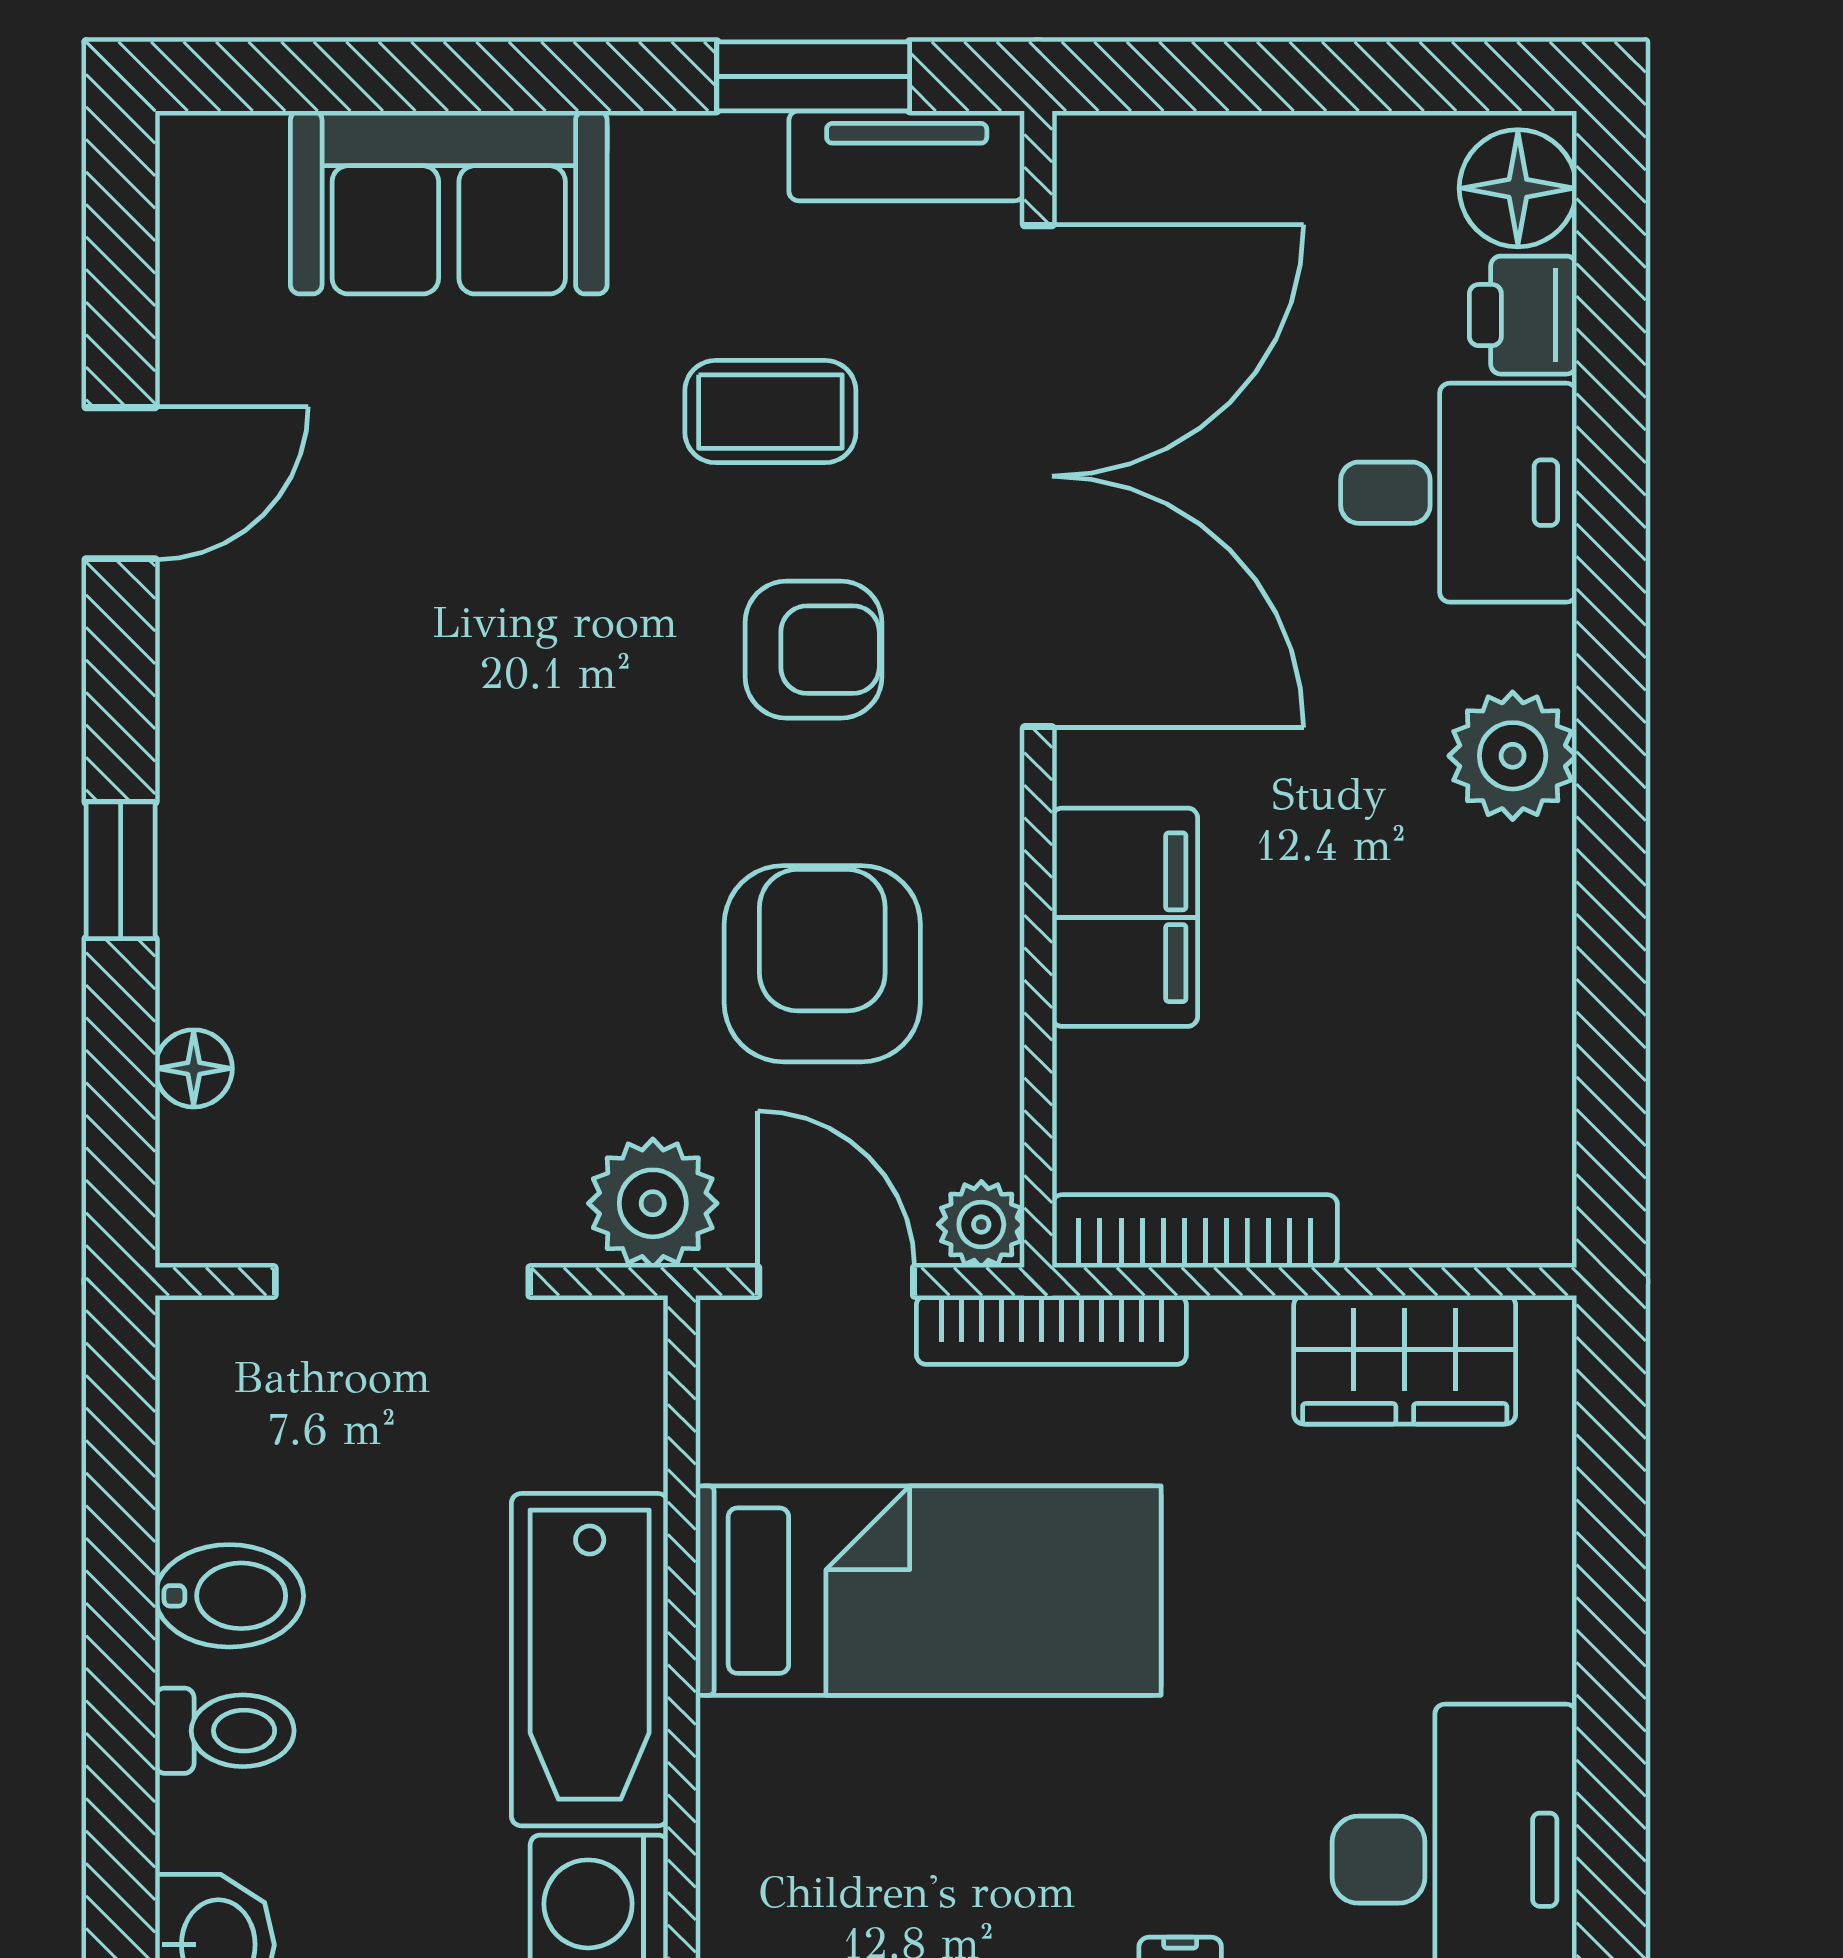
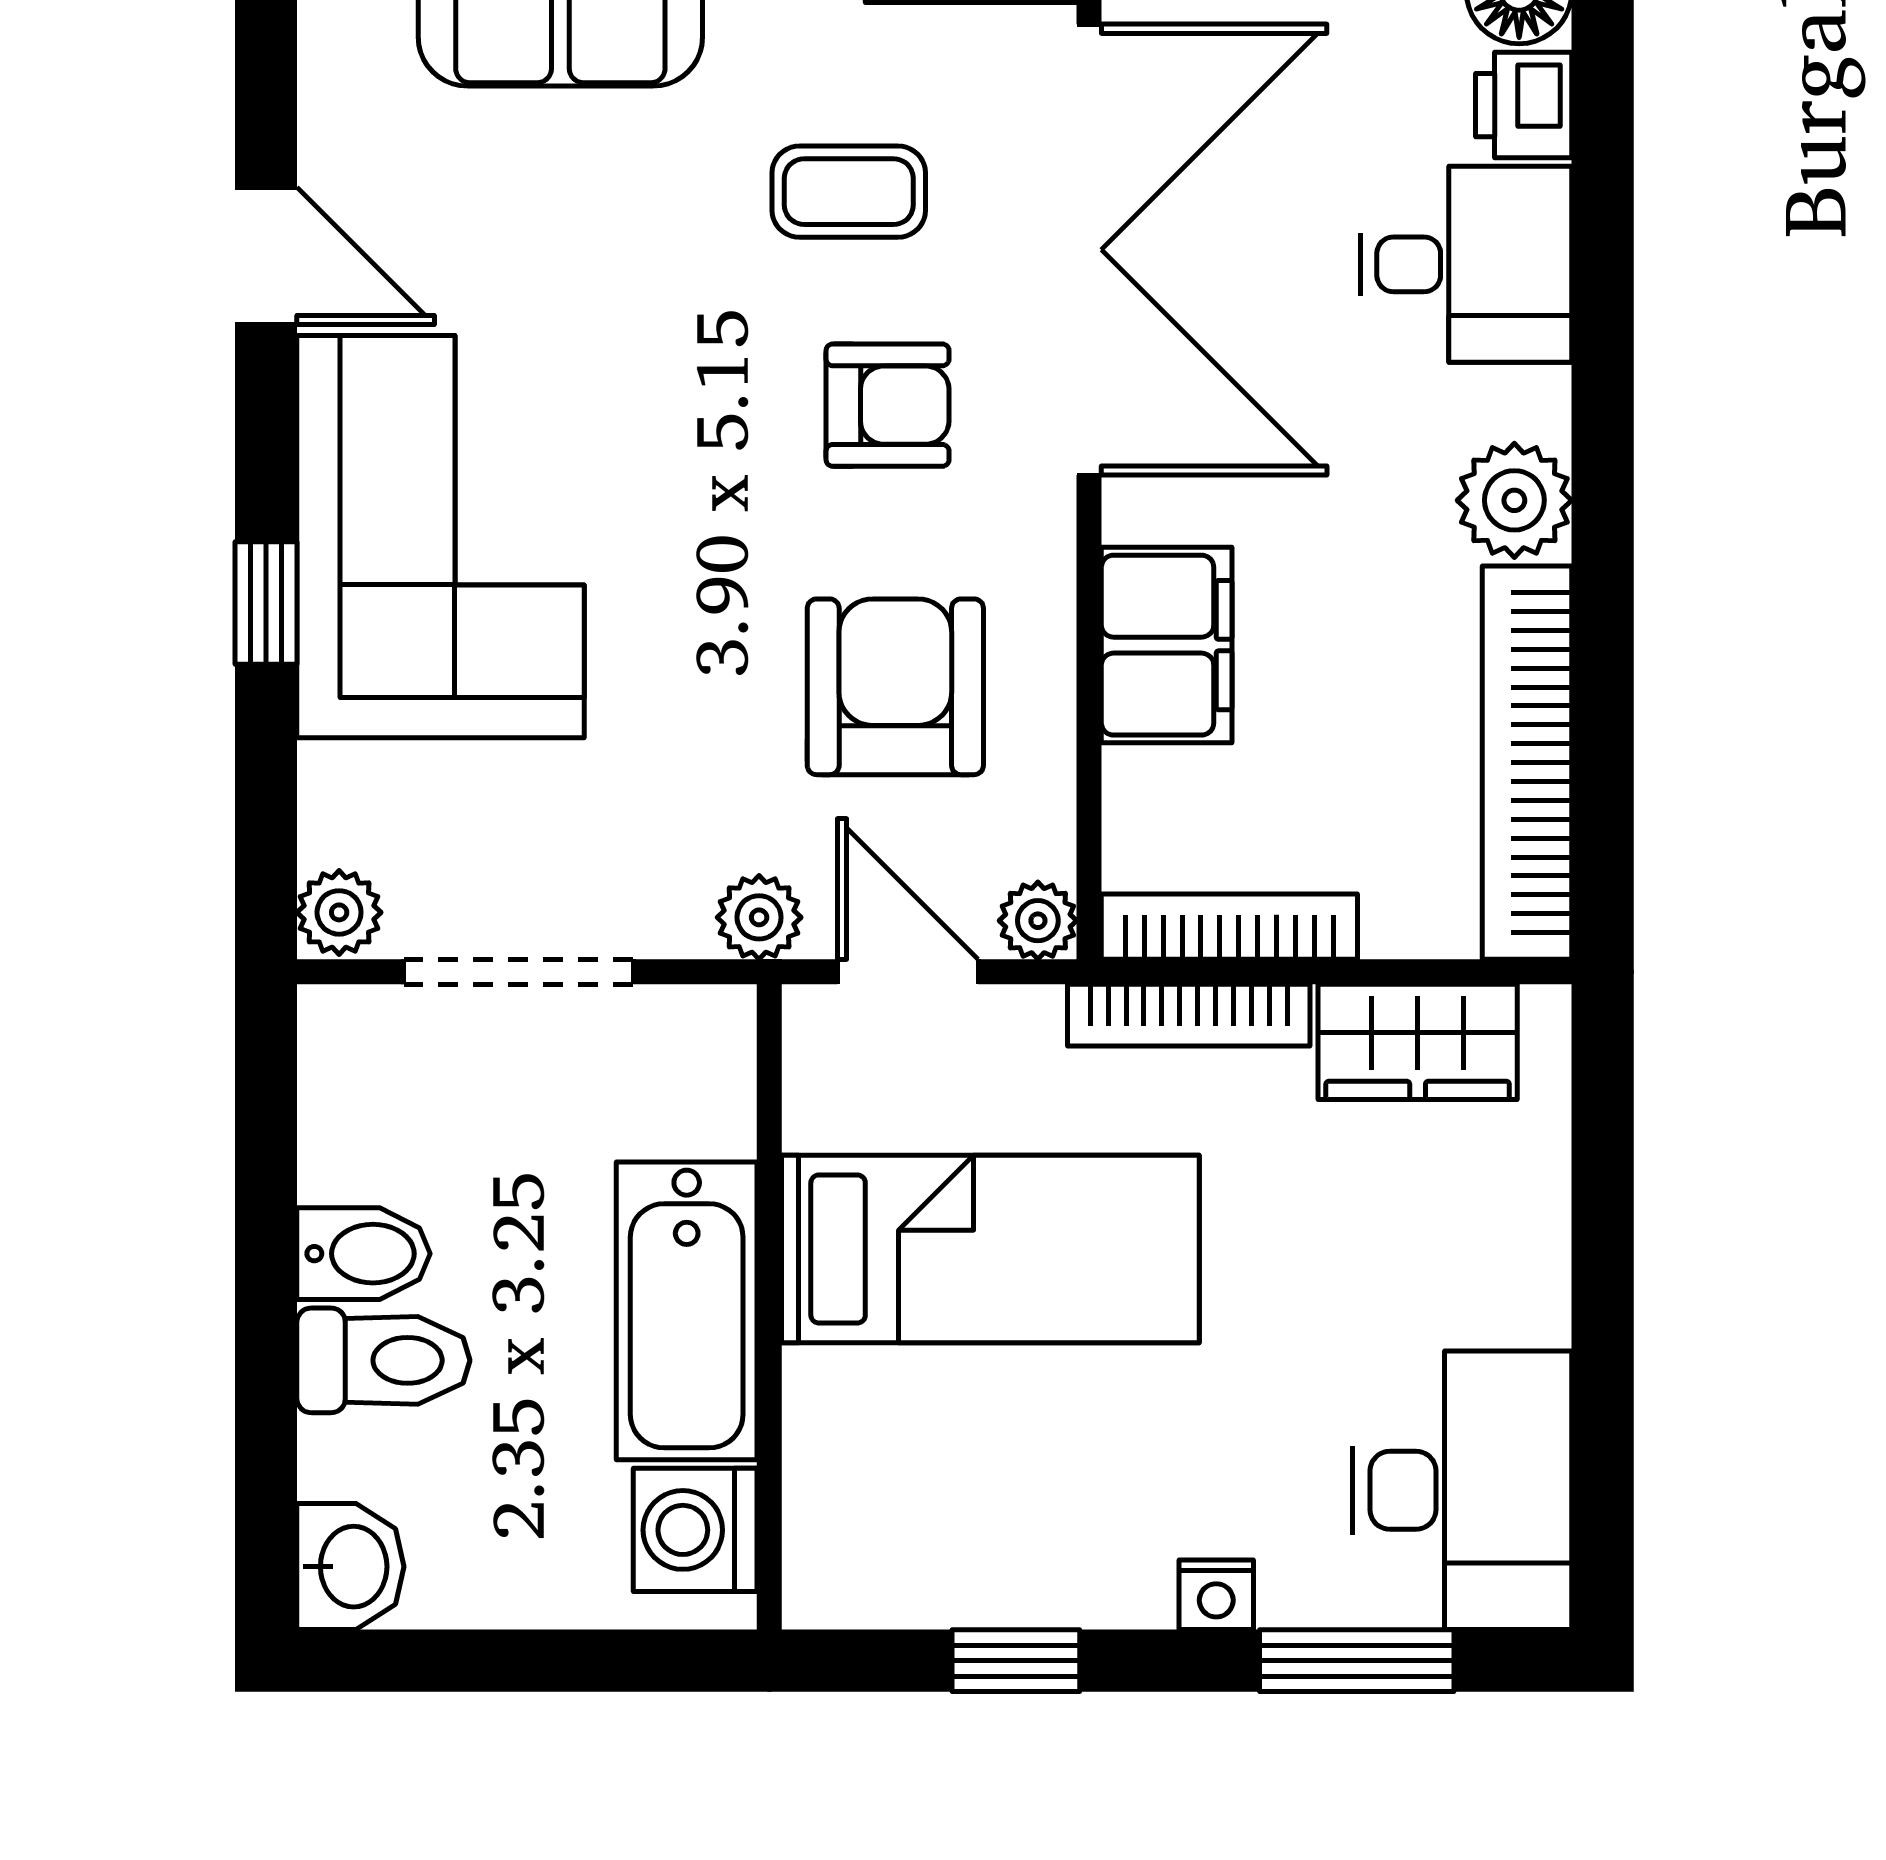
door: (121, 483) -> (266, 256), hinge flipped
corner sofa: (315, 796) -> (441, 537), added
bookcase: (1527, 1048) -> (1527, 763), added
floor lamp: (194, 1068) -> (332, 781), removed
plant: (653, 1203) -> (759, 917), width x0.73, depth x0.73
plant: (202, 1215) -> (339, 912), added
bookcase: (1051, 1330) -> (1189, 1015), moved
toilet: (225, 1731) -> (383, 1360), width x1.37, depth x1.39

